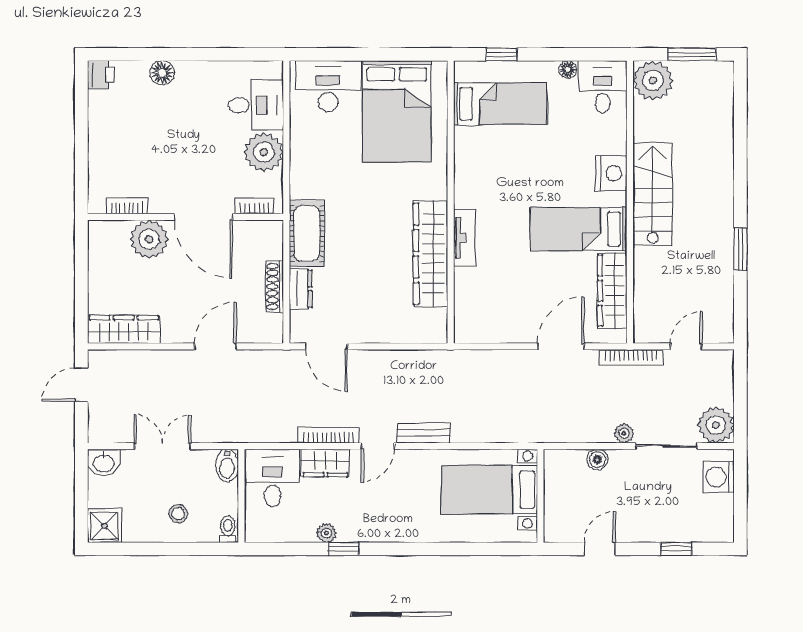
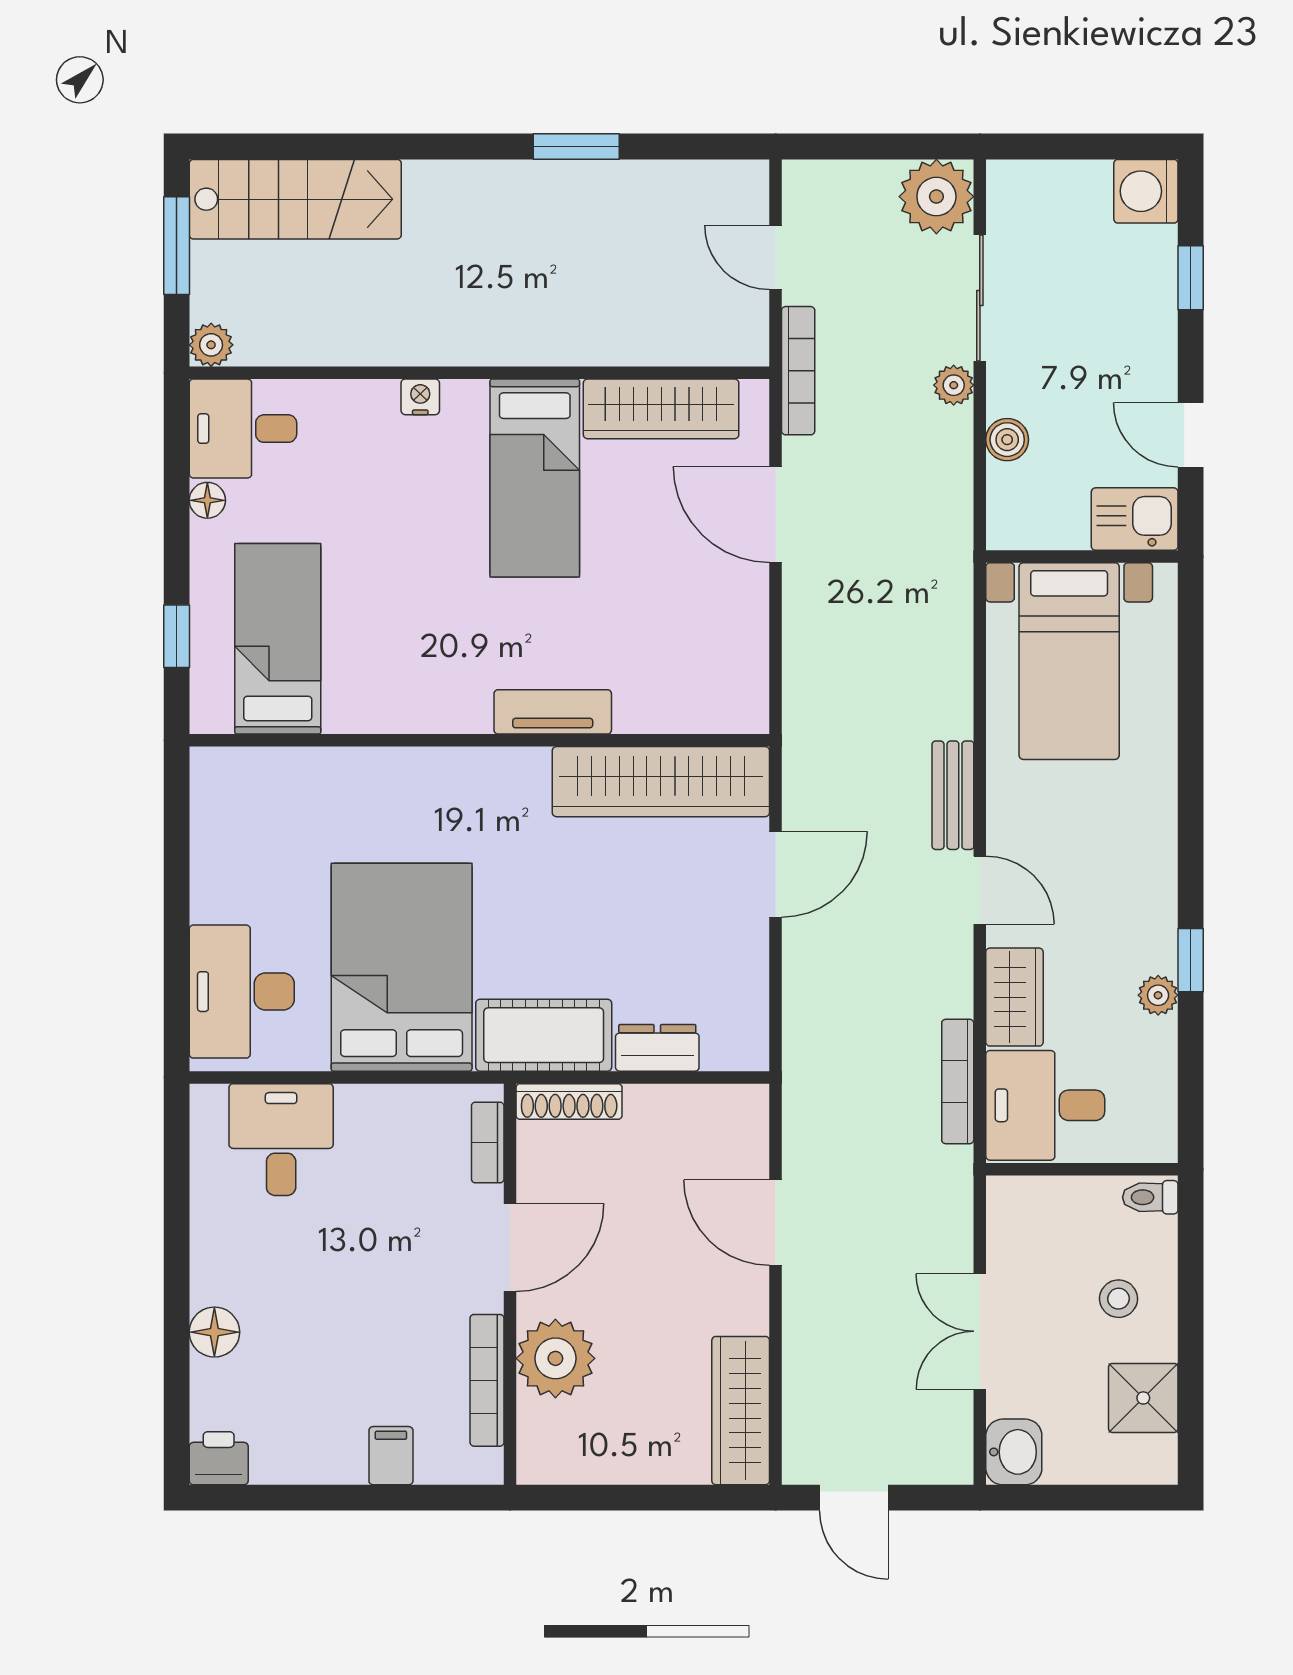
plant: (653, 80) -> (211, 345), width x0.53, depth x0.53
bed: (397, 111) -> (402, 967), moved, turned -90
plant: (264, 152) -> (377, 1123), removed
filing cabinet: (102, 159) -> (391, 1456), added
nightstand: (611, 173) -> (420, 397), width x0.53, depth x0.56
stairs: (652, 194) -> (295, 199), moved, turned 180
bookcase: (127, 206) -> (487, 1380), width x1.56
door: (203, 217) -> (510, 1248), width x0.73
wardrobe: (431, 254) -> (661, 782), moved
shoe rack: (275, 286) -> (569, 1101), moved
door: (326, 346) -> (776, 874), moved
bookcase: (329, 435) -> (958, 1081), moved
bidet: (227, 466) -> (1020, 1199), removed
washing machine: (718, 477) -> (1146, 191), moved, turned 90
kitchen sink: (559, 522) -> (1135, 519), added
shower: (104, 526) -> (1143, 1398), moved

